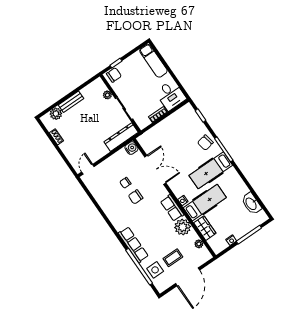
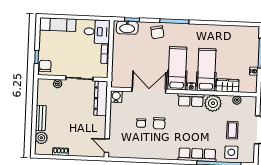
hospital bed: (211, 170) -> (177, 68), moved, turned 180
washbasin: (251, 204) -> (127, 28), moved

